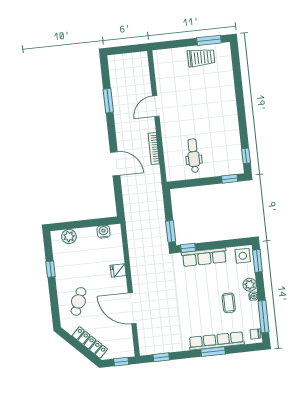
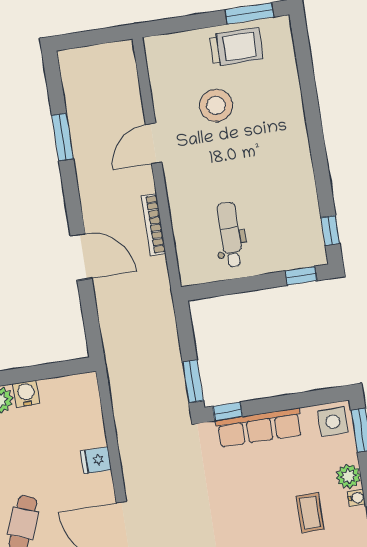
stool: (189, 88) -> (216, 105), added
water cooler: (104, 232) -> (26, 394), moved

